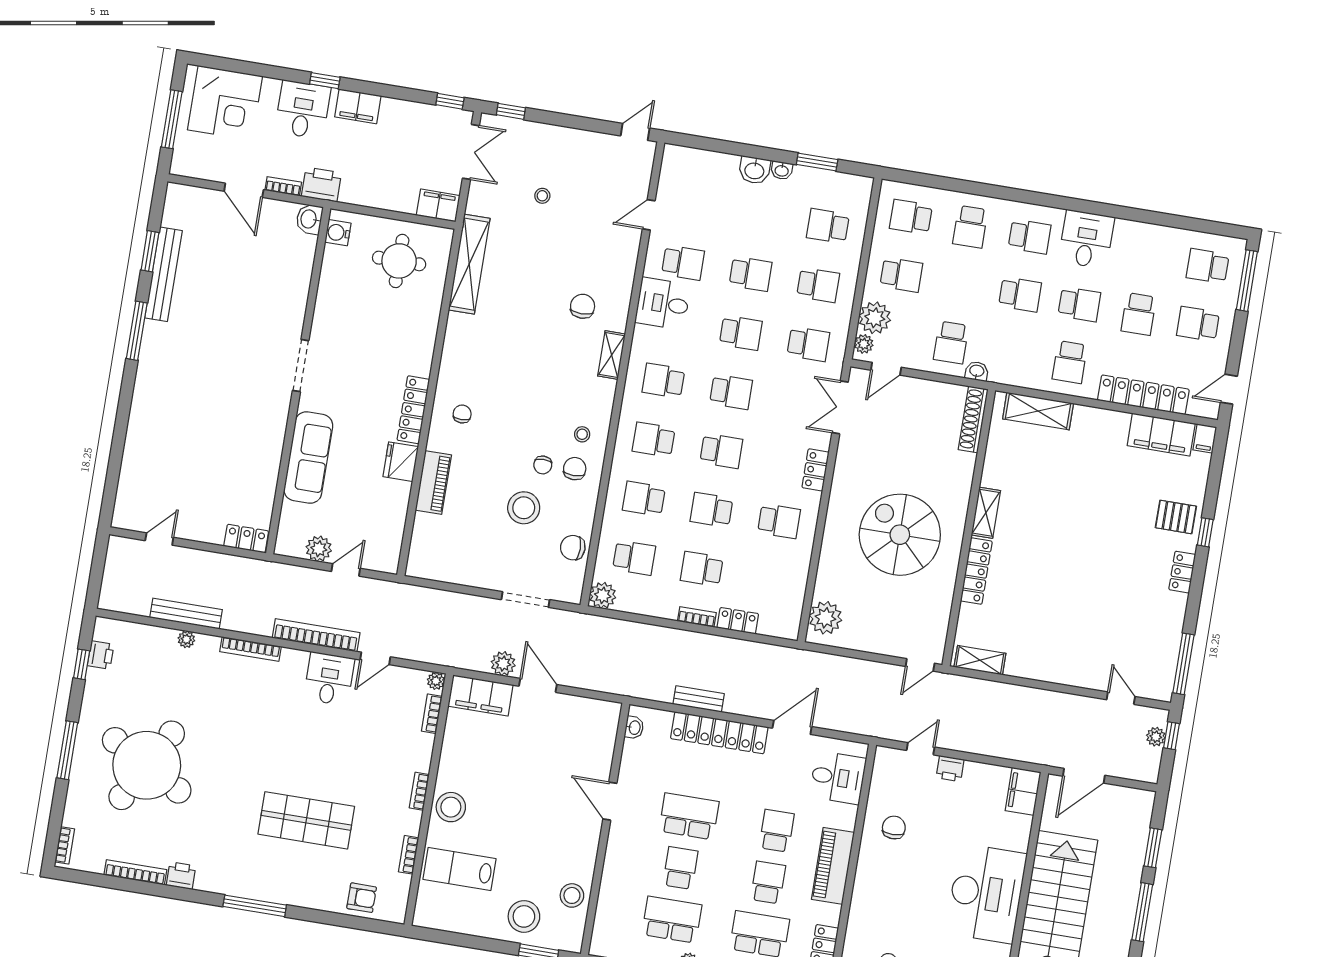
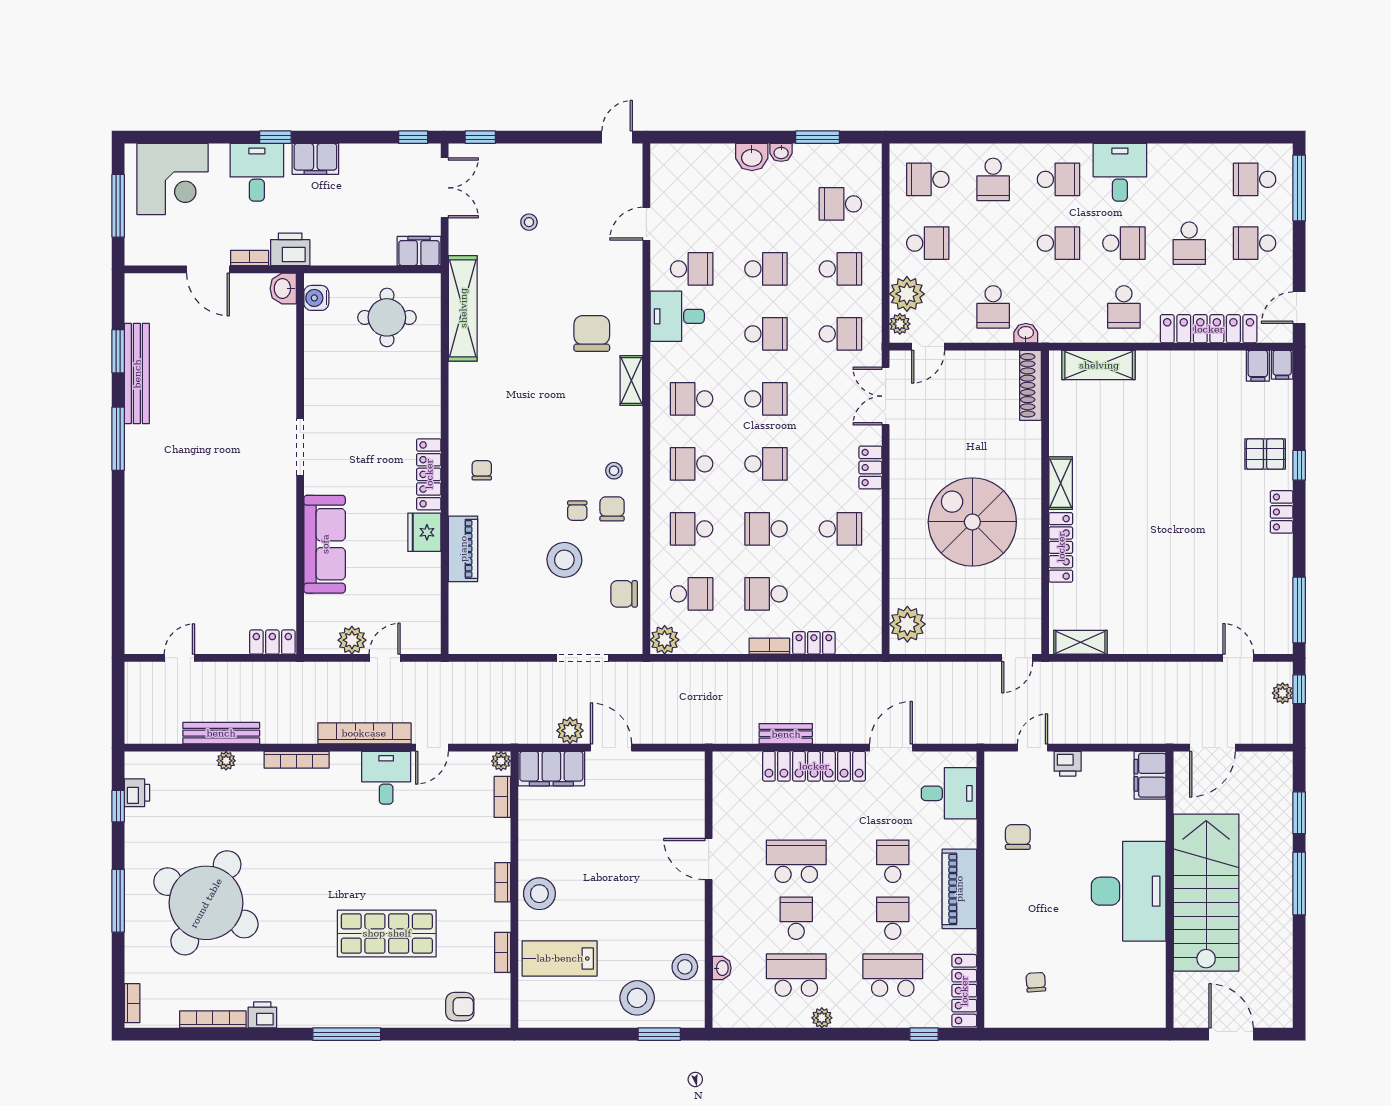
chair: (583, 306) -> (592, 333), width x1.37, depth x1.37
filing cabinet: (1161, 435) -> (1258, 366), width x0.33, depth x0.86
washbasin: (634, 728) -> (722, 968), moved

